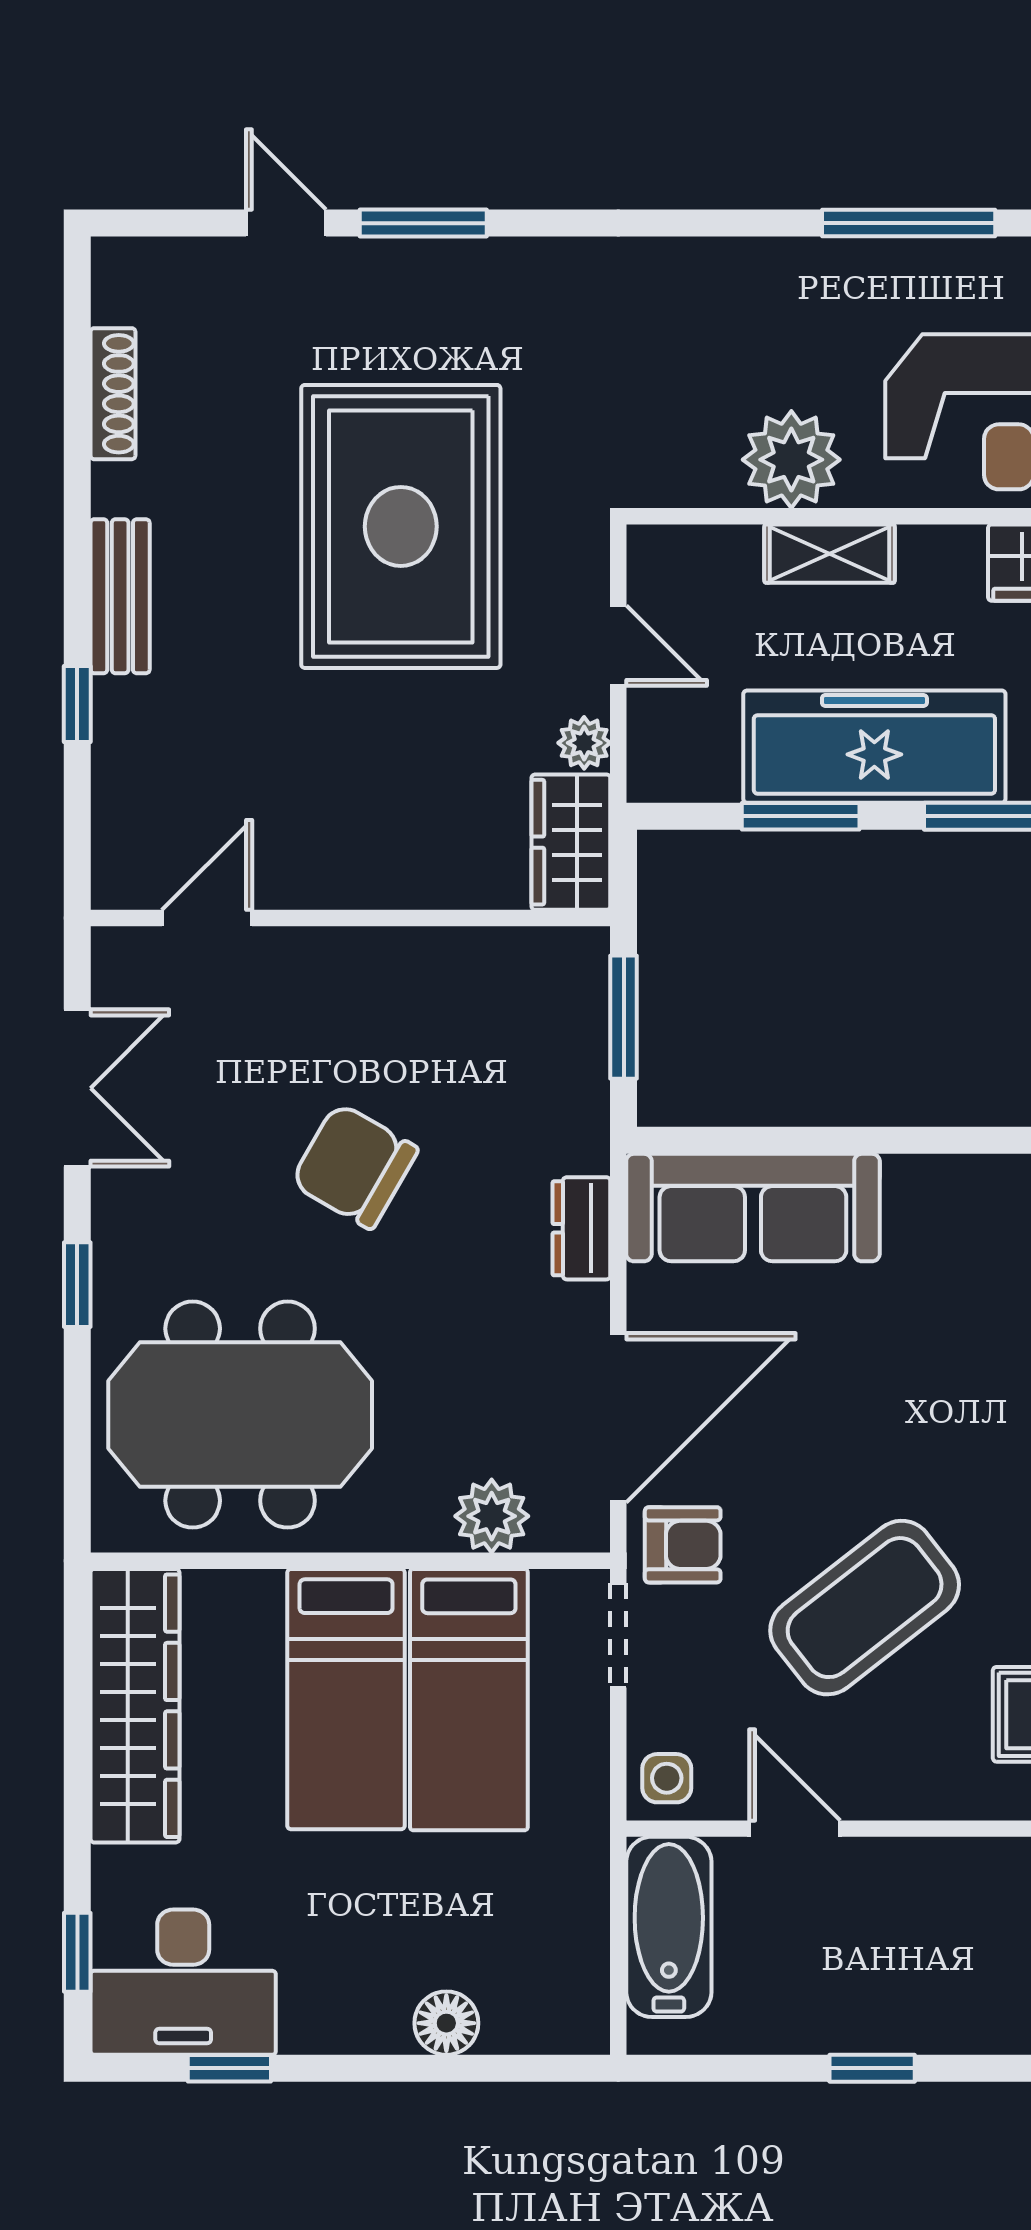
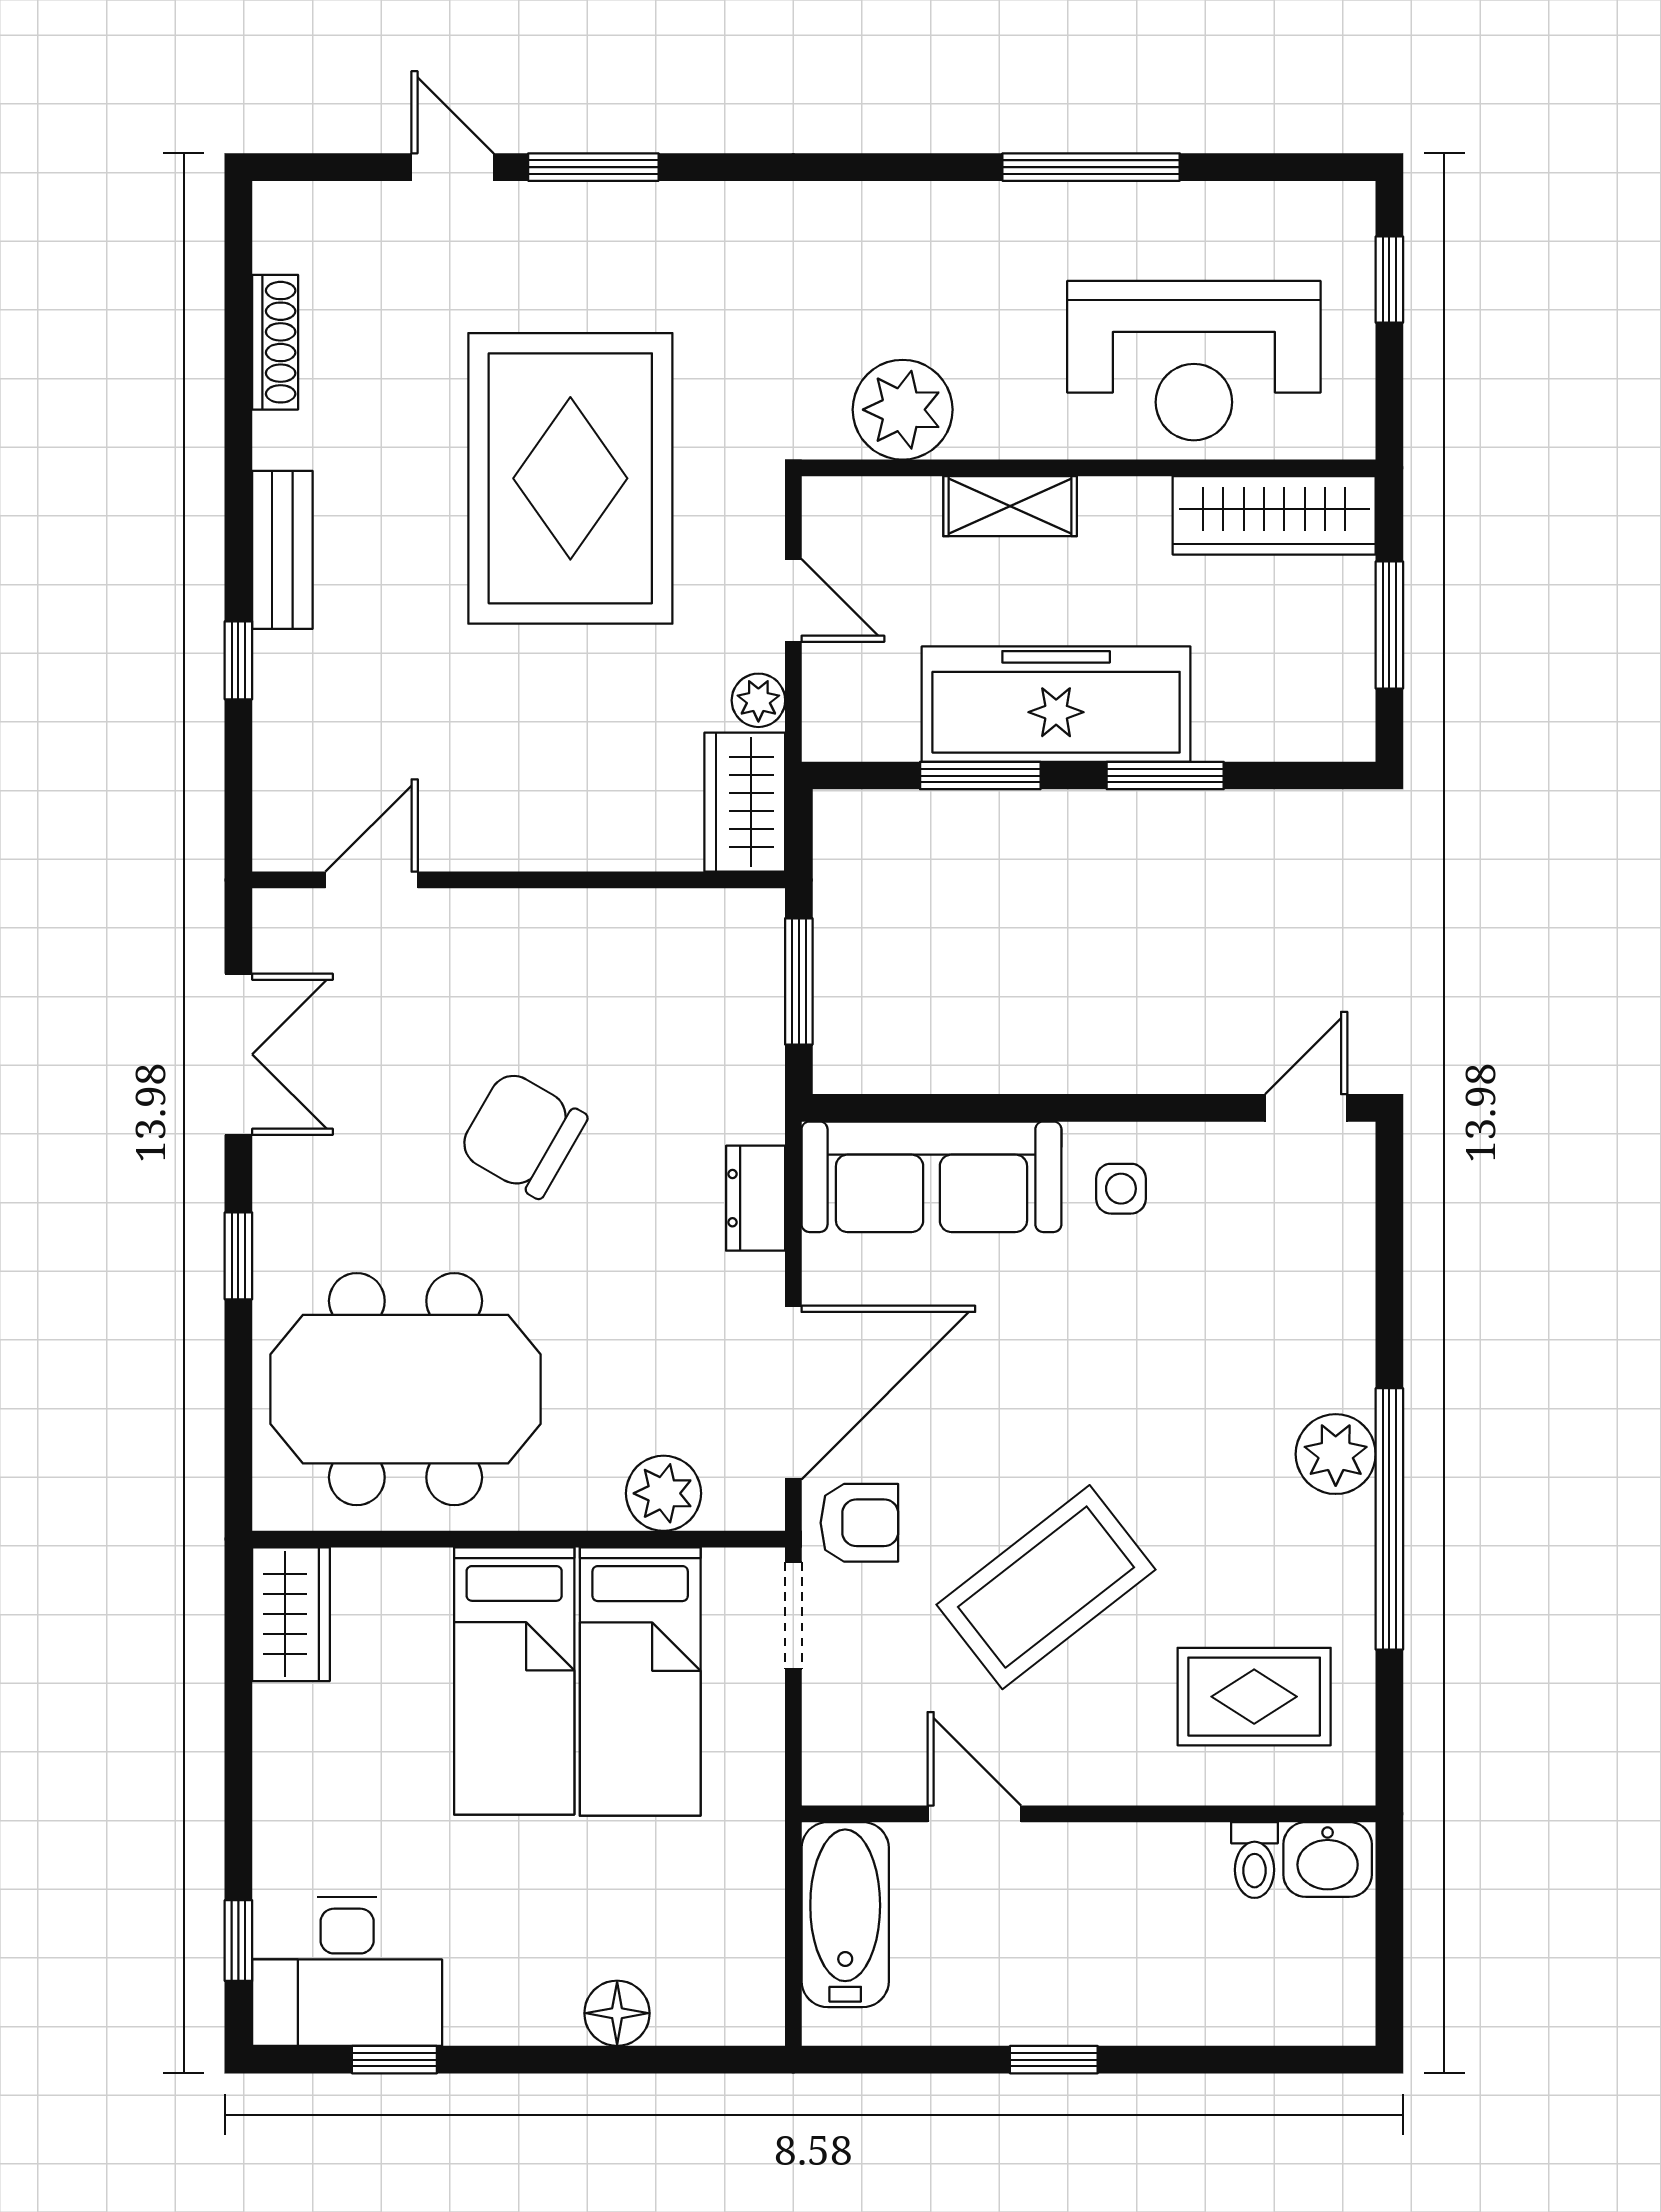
plant: (791, 460) -> (903, 410), moved
wardrobe: (135, 1706) -> (291, 1614), width x0.48, depth x0.85
side table: (667, 1778) -> (1121, 1189), moved

